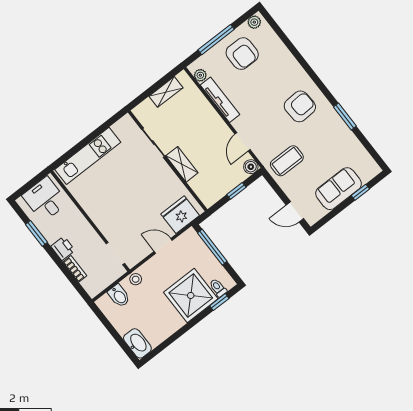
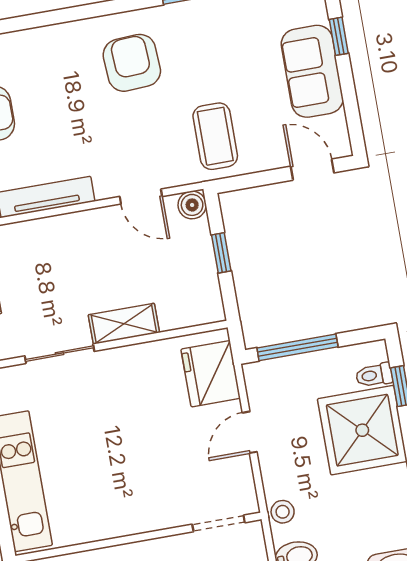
door: (295, 212) -> (312, 170), swing flipped

